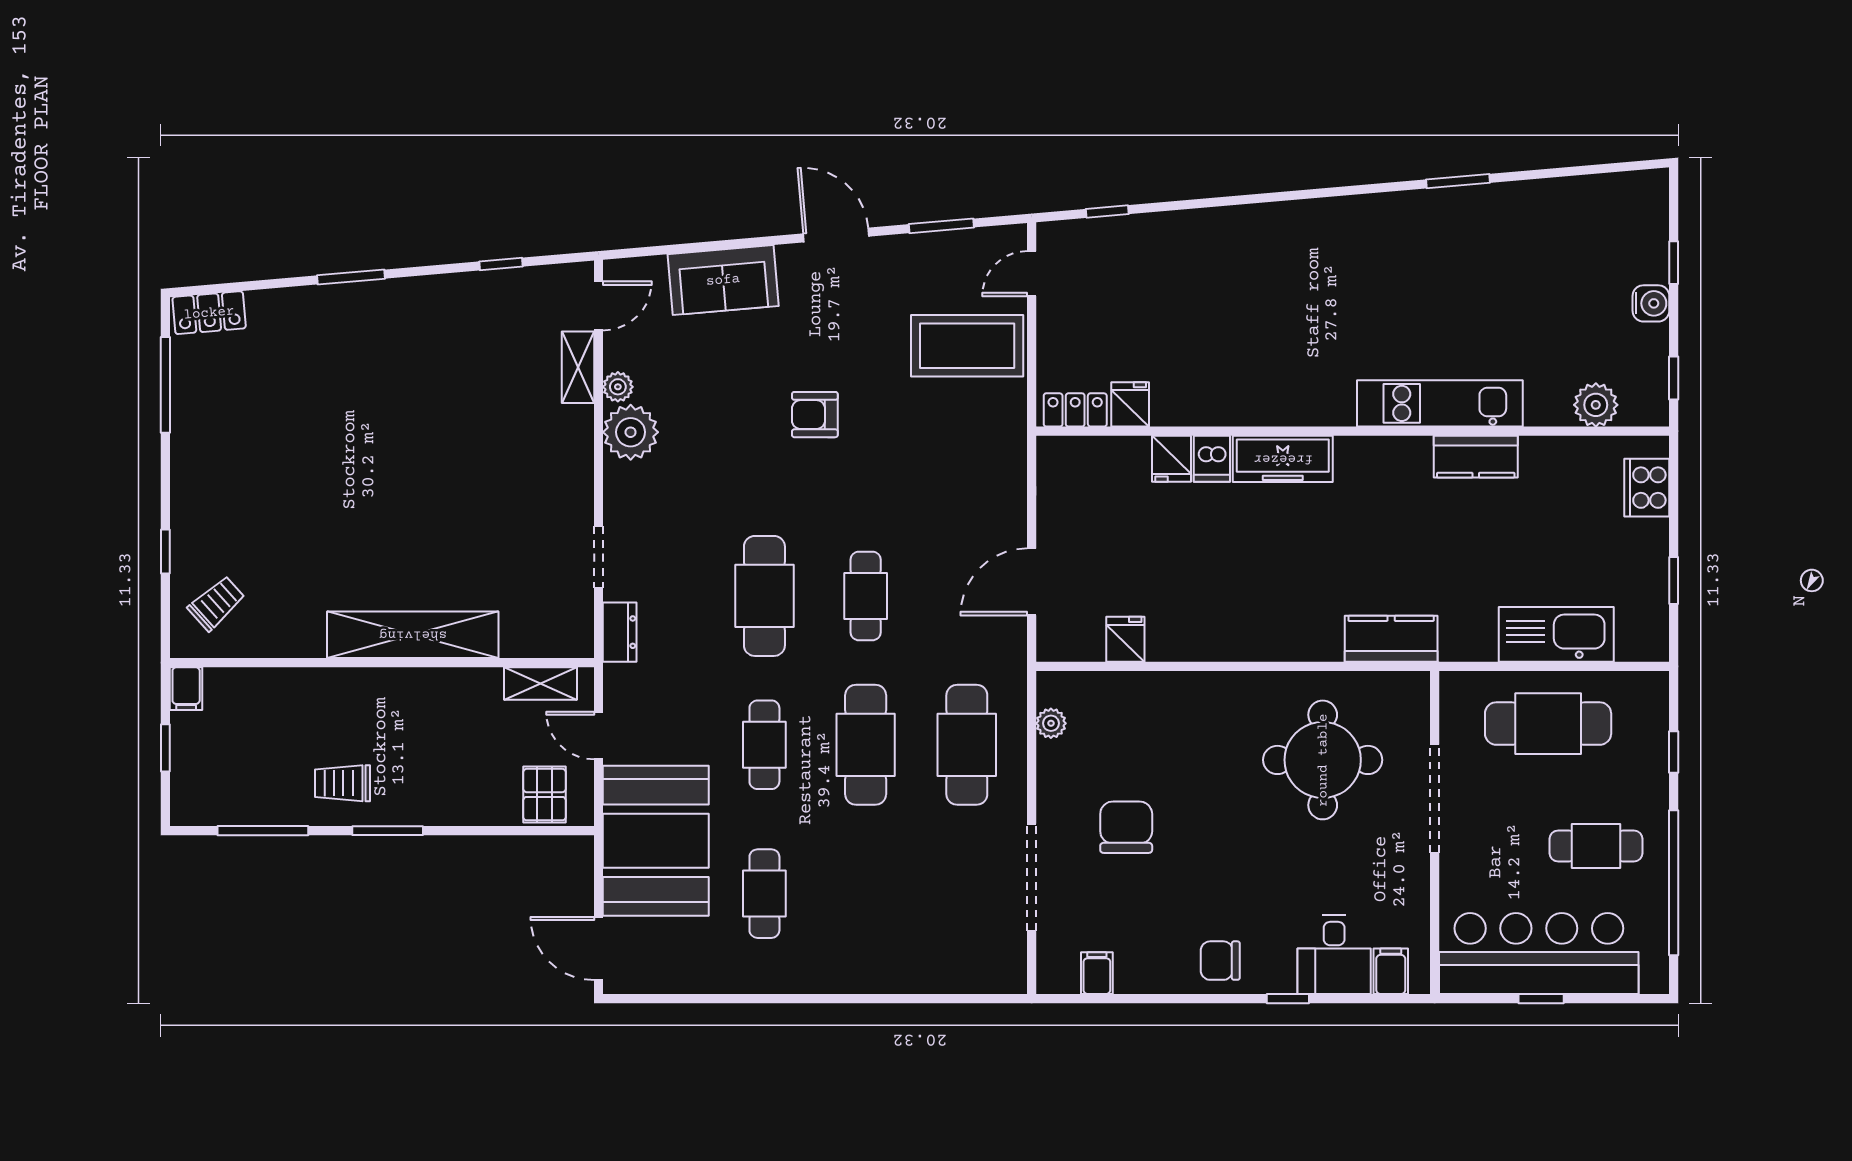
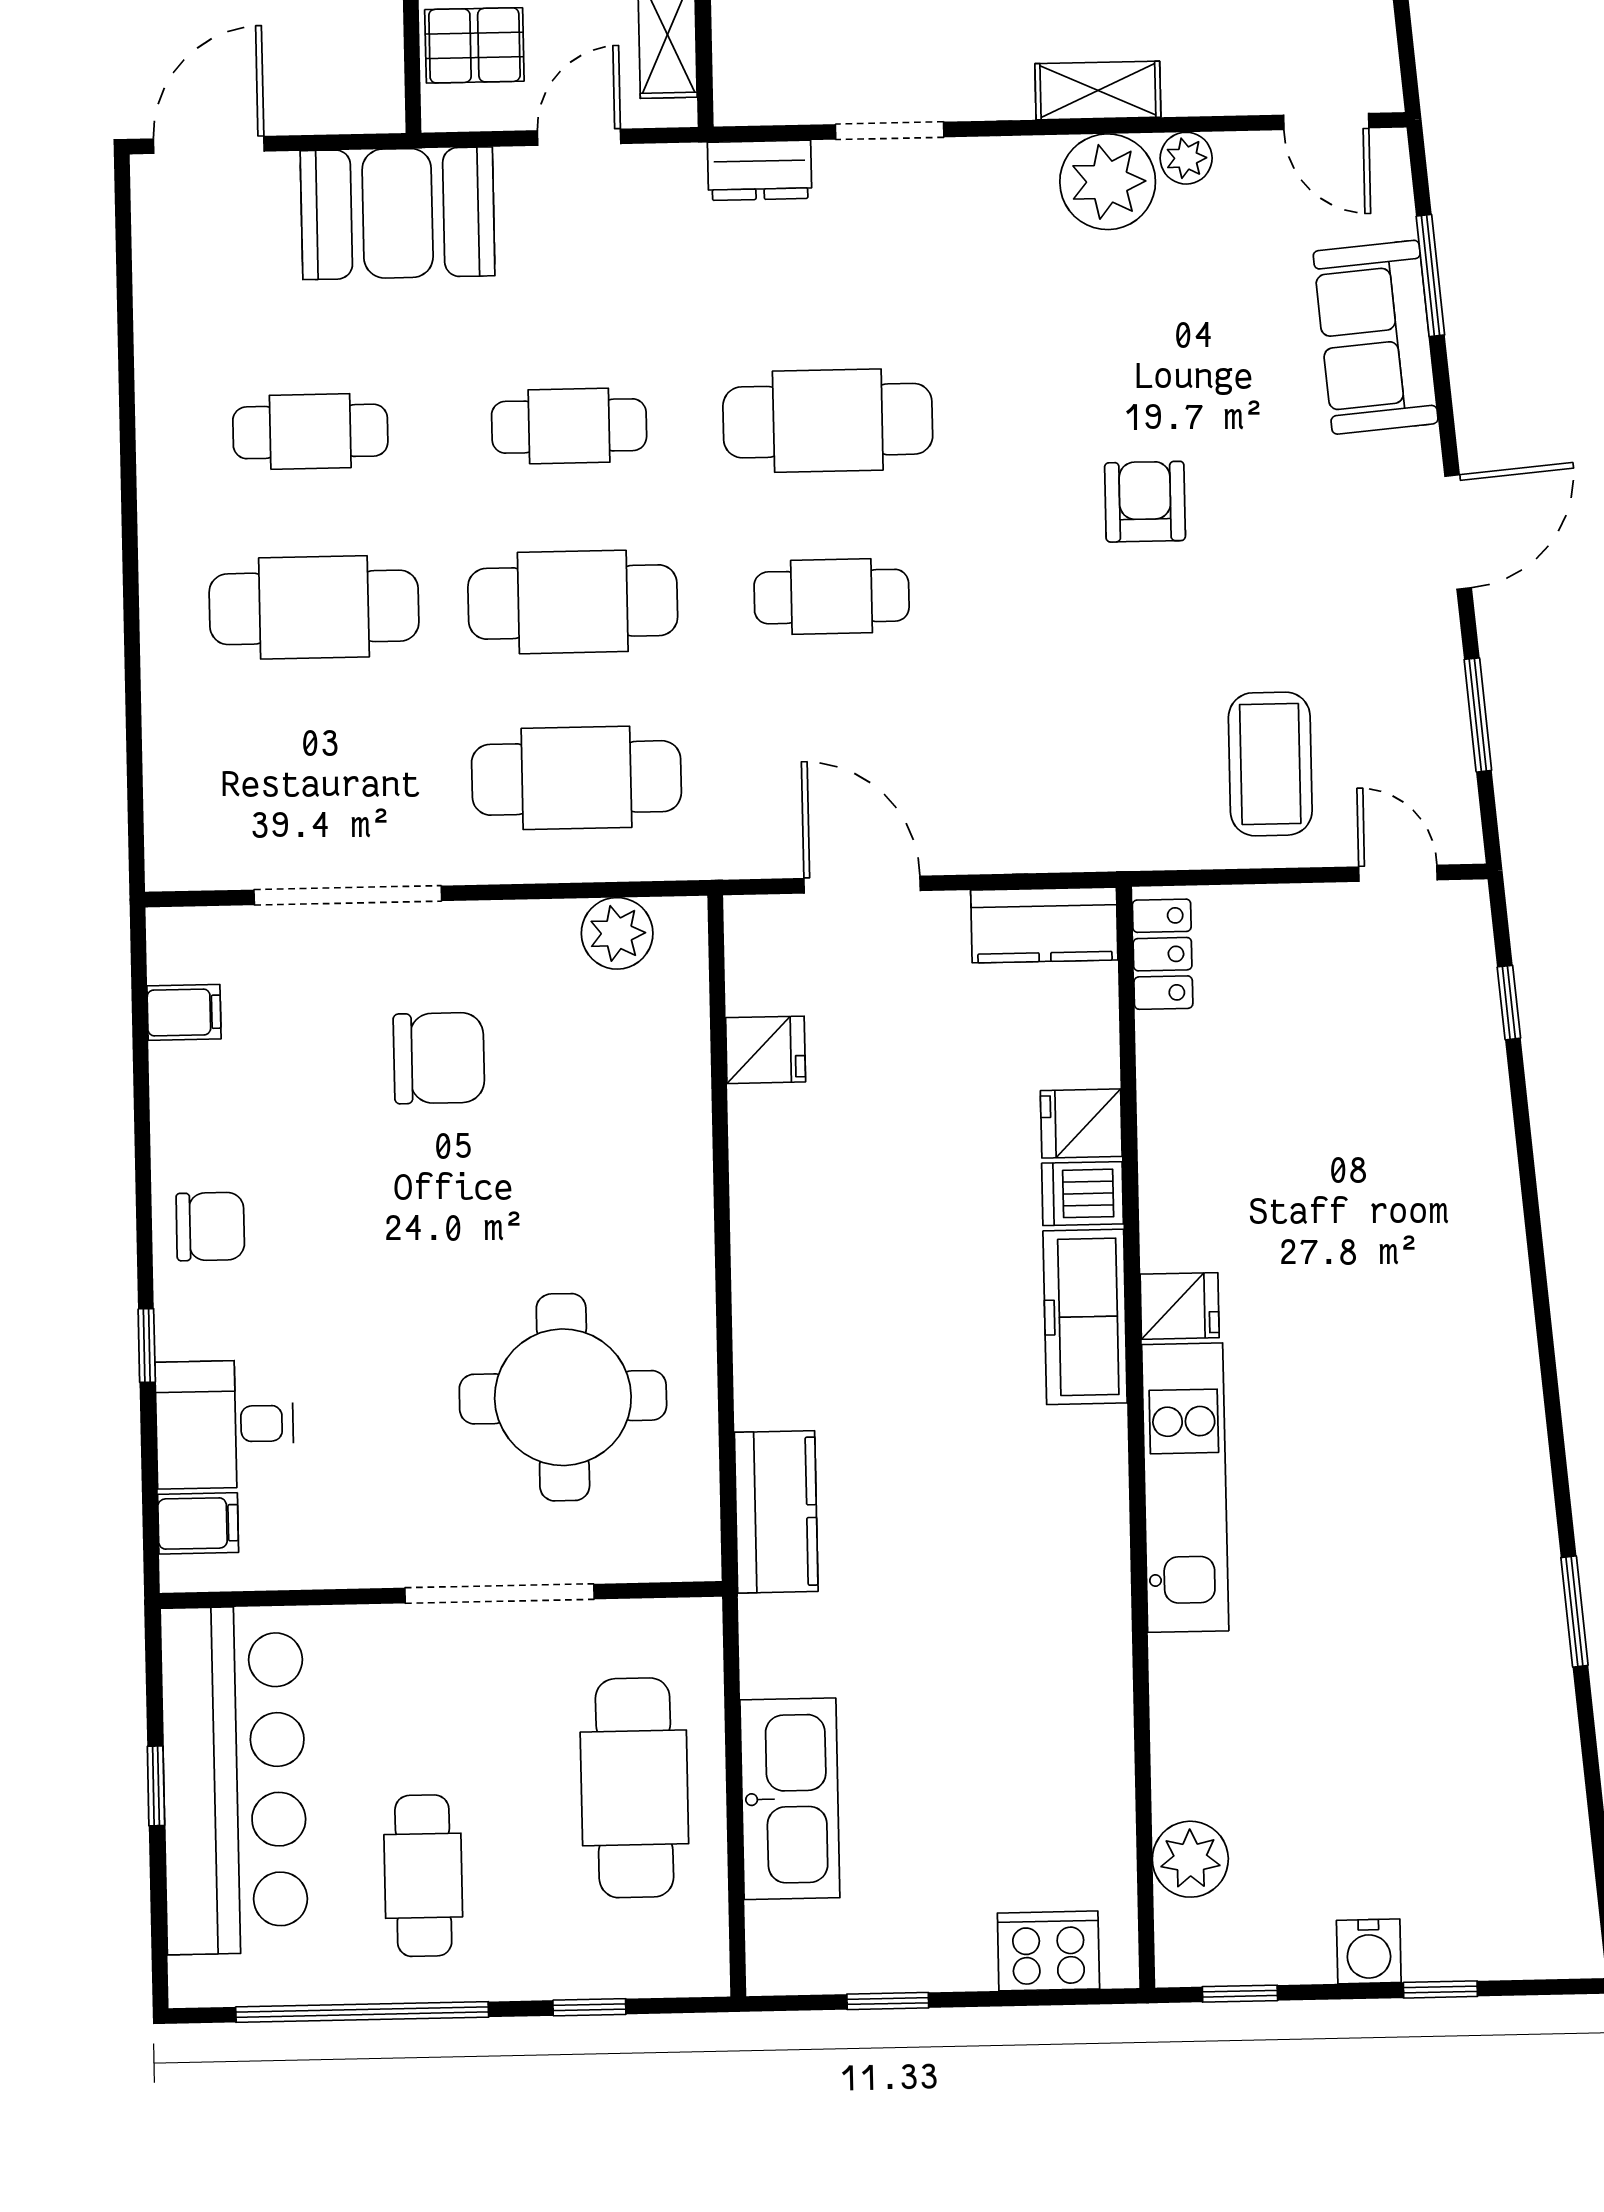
window: (688, 248) -> (1430, 276), added
coffee table: (967, 346) -> (1270, 764), width x0.73, depth x0.76
shelving: (578, 367) -> (1098, 90), moved
kitchen unit: (1440, 403) -> (1185, 1488), moved
fridge: (1130, 404) -> (1180, 1306), moved
kitchen counter: (1476, 457) -> (1044, 925), moved, turned -90
plant: (1051, 723) -> (617, 933), width x1.38, depth x1.38
booth: (656, 841) -> (398, 213), width x0.73, depth x0.70
cafe table: (866, 894) -> (314, 607), added
chair: (1220, 961) -> (210, 1226), turned 90

